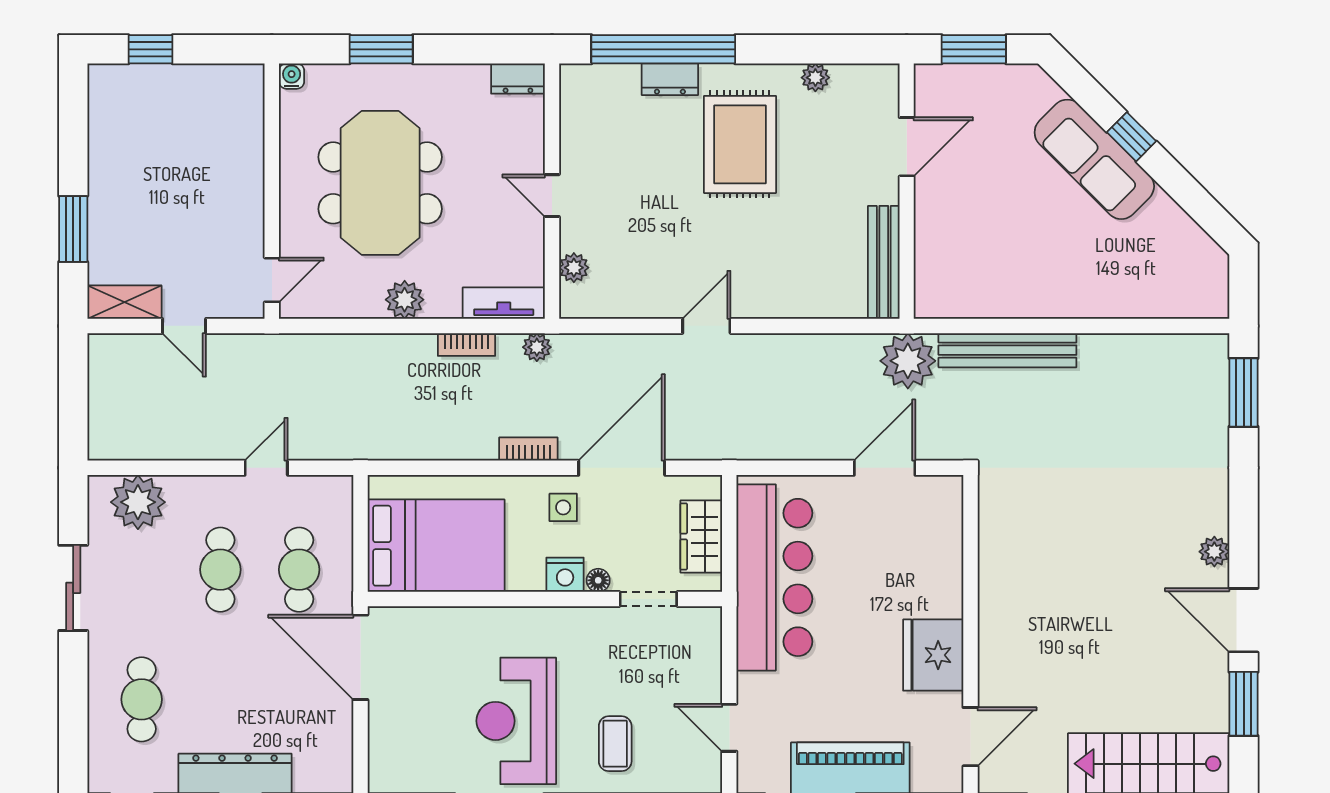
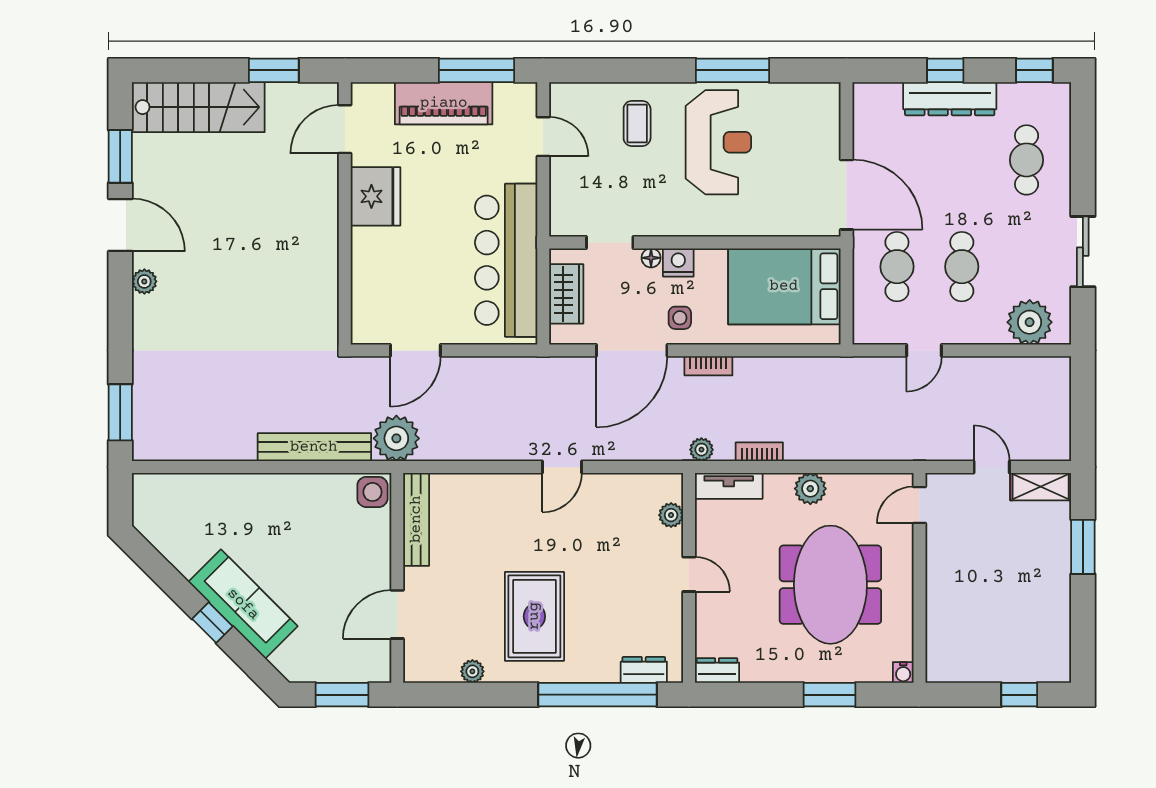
dresser: (670, 79) -> (644, 670), moved
side table: (937, 296) -> (372, 492), added

